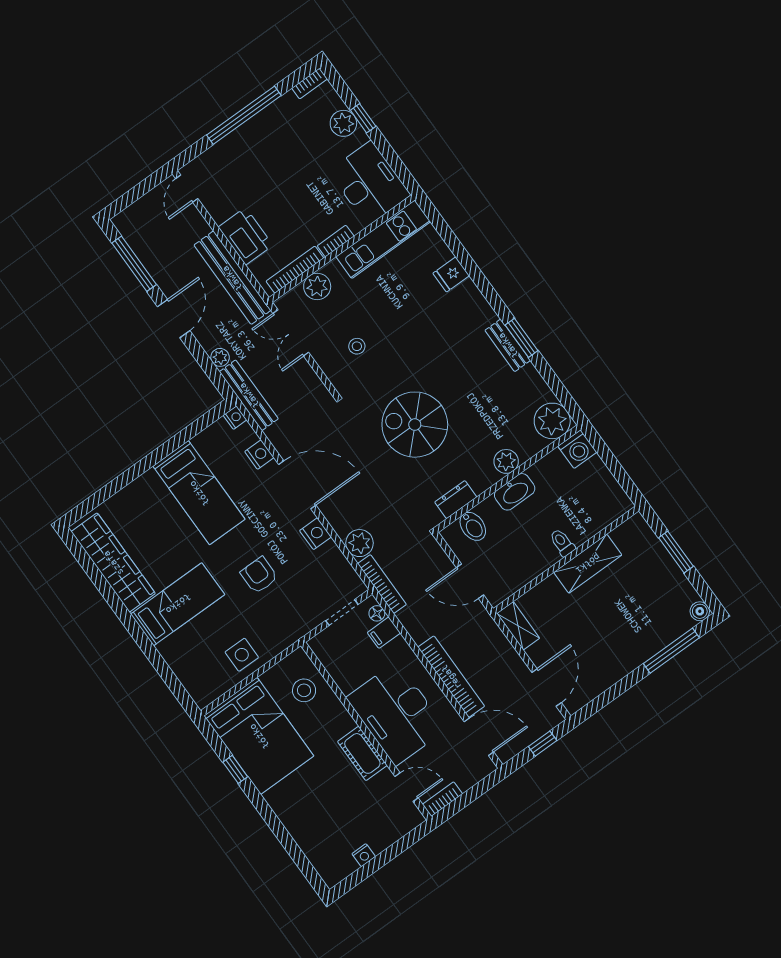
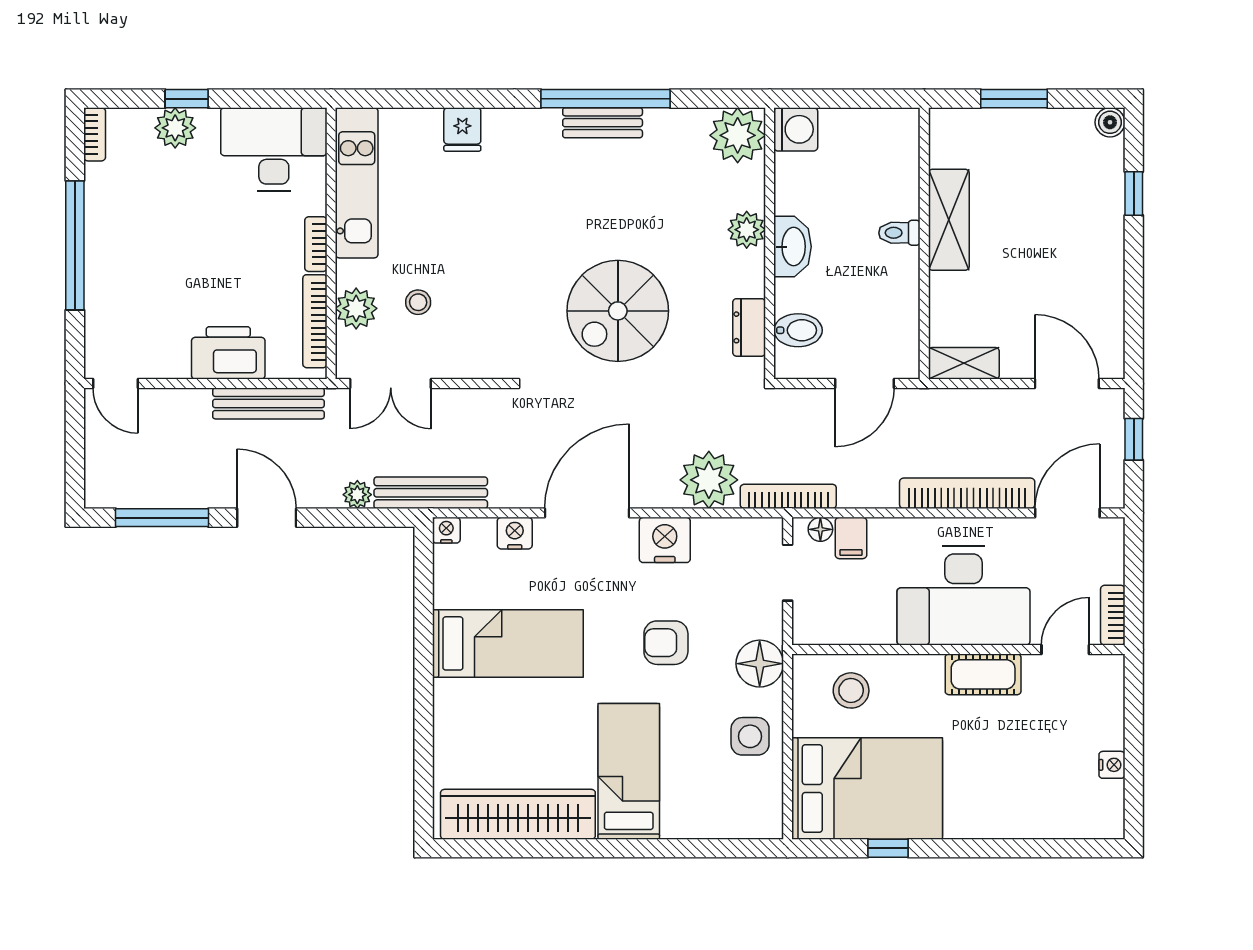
bench: (232, 278) -> (268, 403), width x0.73, depth x0.82
window: (522, 338) -> (606, 99), width x2.11
stool: (357, 346) -> (418, 302), moved
nightstand: (315, 534) -> (665, 540), width x1.36, depth x1.33
plant: (360, 543) -> (709, 480), width x1.36, depth x1.36
floor lamp: (284, 632) -> (760, 664), added
window: (671, 651) -> (1134, 194), width x0.46

